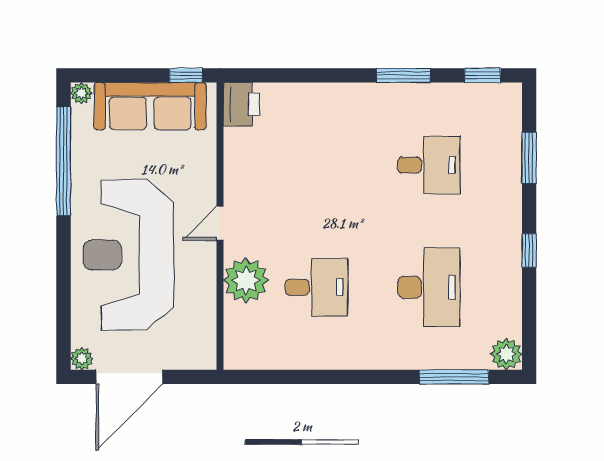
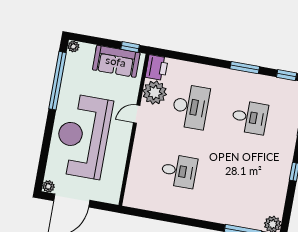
sofa: (150, 106) -> (116, 61), width x0.73
door: (220, 223) -> (137, 114), moved
plant: (246, 280) -> (155, 93), moved
desk: (429, 287) -> (191, 107), moved

